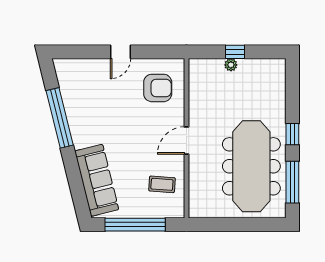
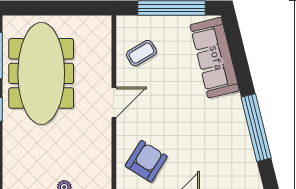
armchair: (158, 88) -> (146, 161), turned 122
coffee table: (162, 184) -> (141, 53), turned -35

